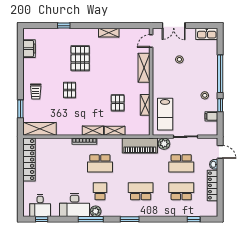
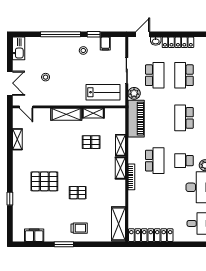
shelving: (109, 33) -> (17, 139), moved
shelving: (144, 68) -> (66, 114), moved
window: (20, 109) -> (64, 244), moved

